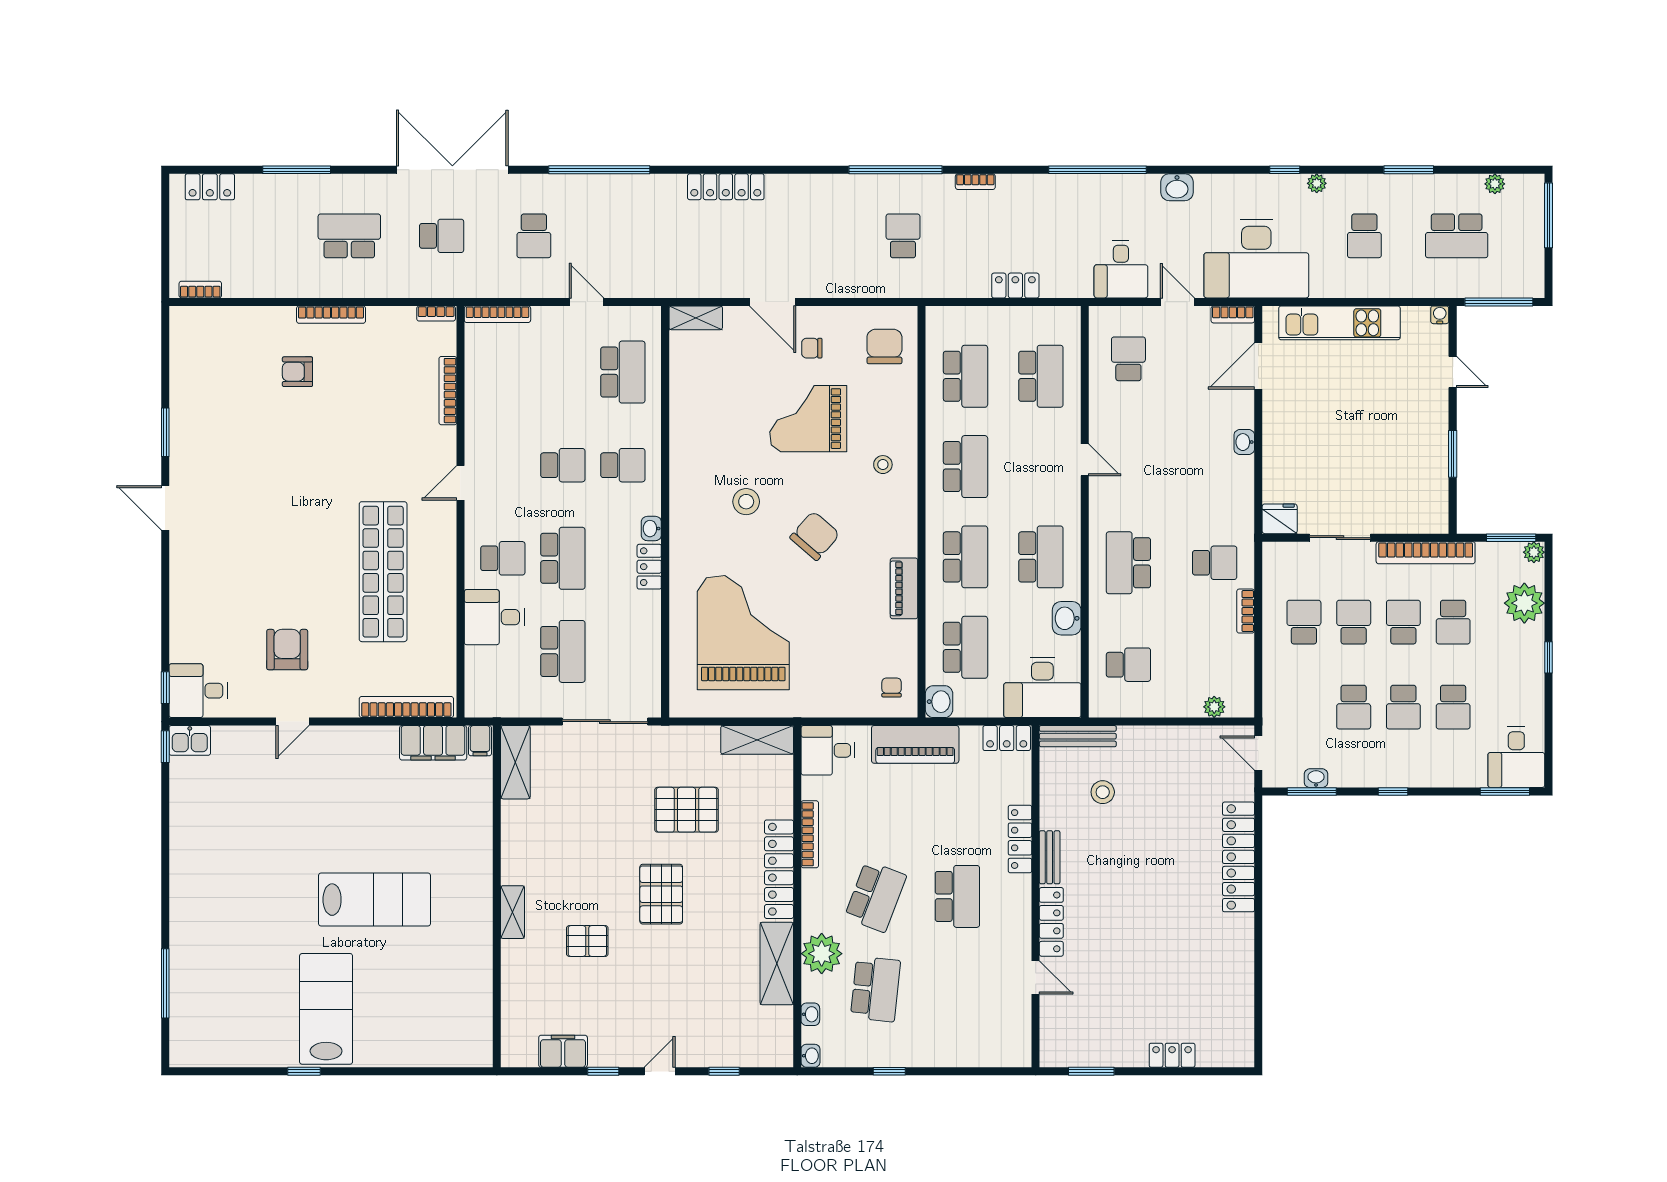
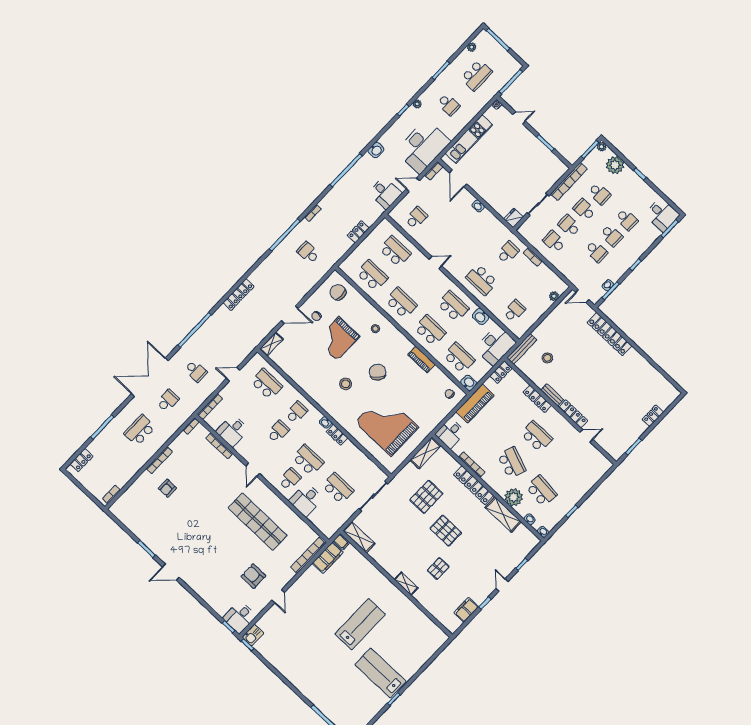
school desk: (1128, 359) -> (416, 218), turned 90
desk: (493, 389) -> (232, 431), added

